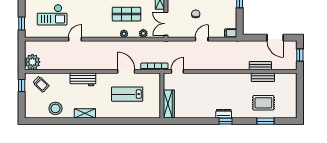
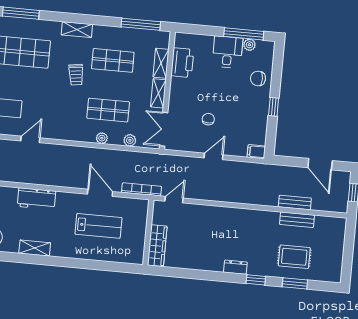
lab bench: (127, 94) -> (98, 226), turned 180
window: (225, 121) -> (256, 280), moved

